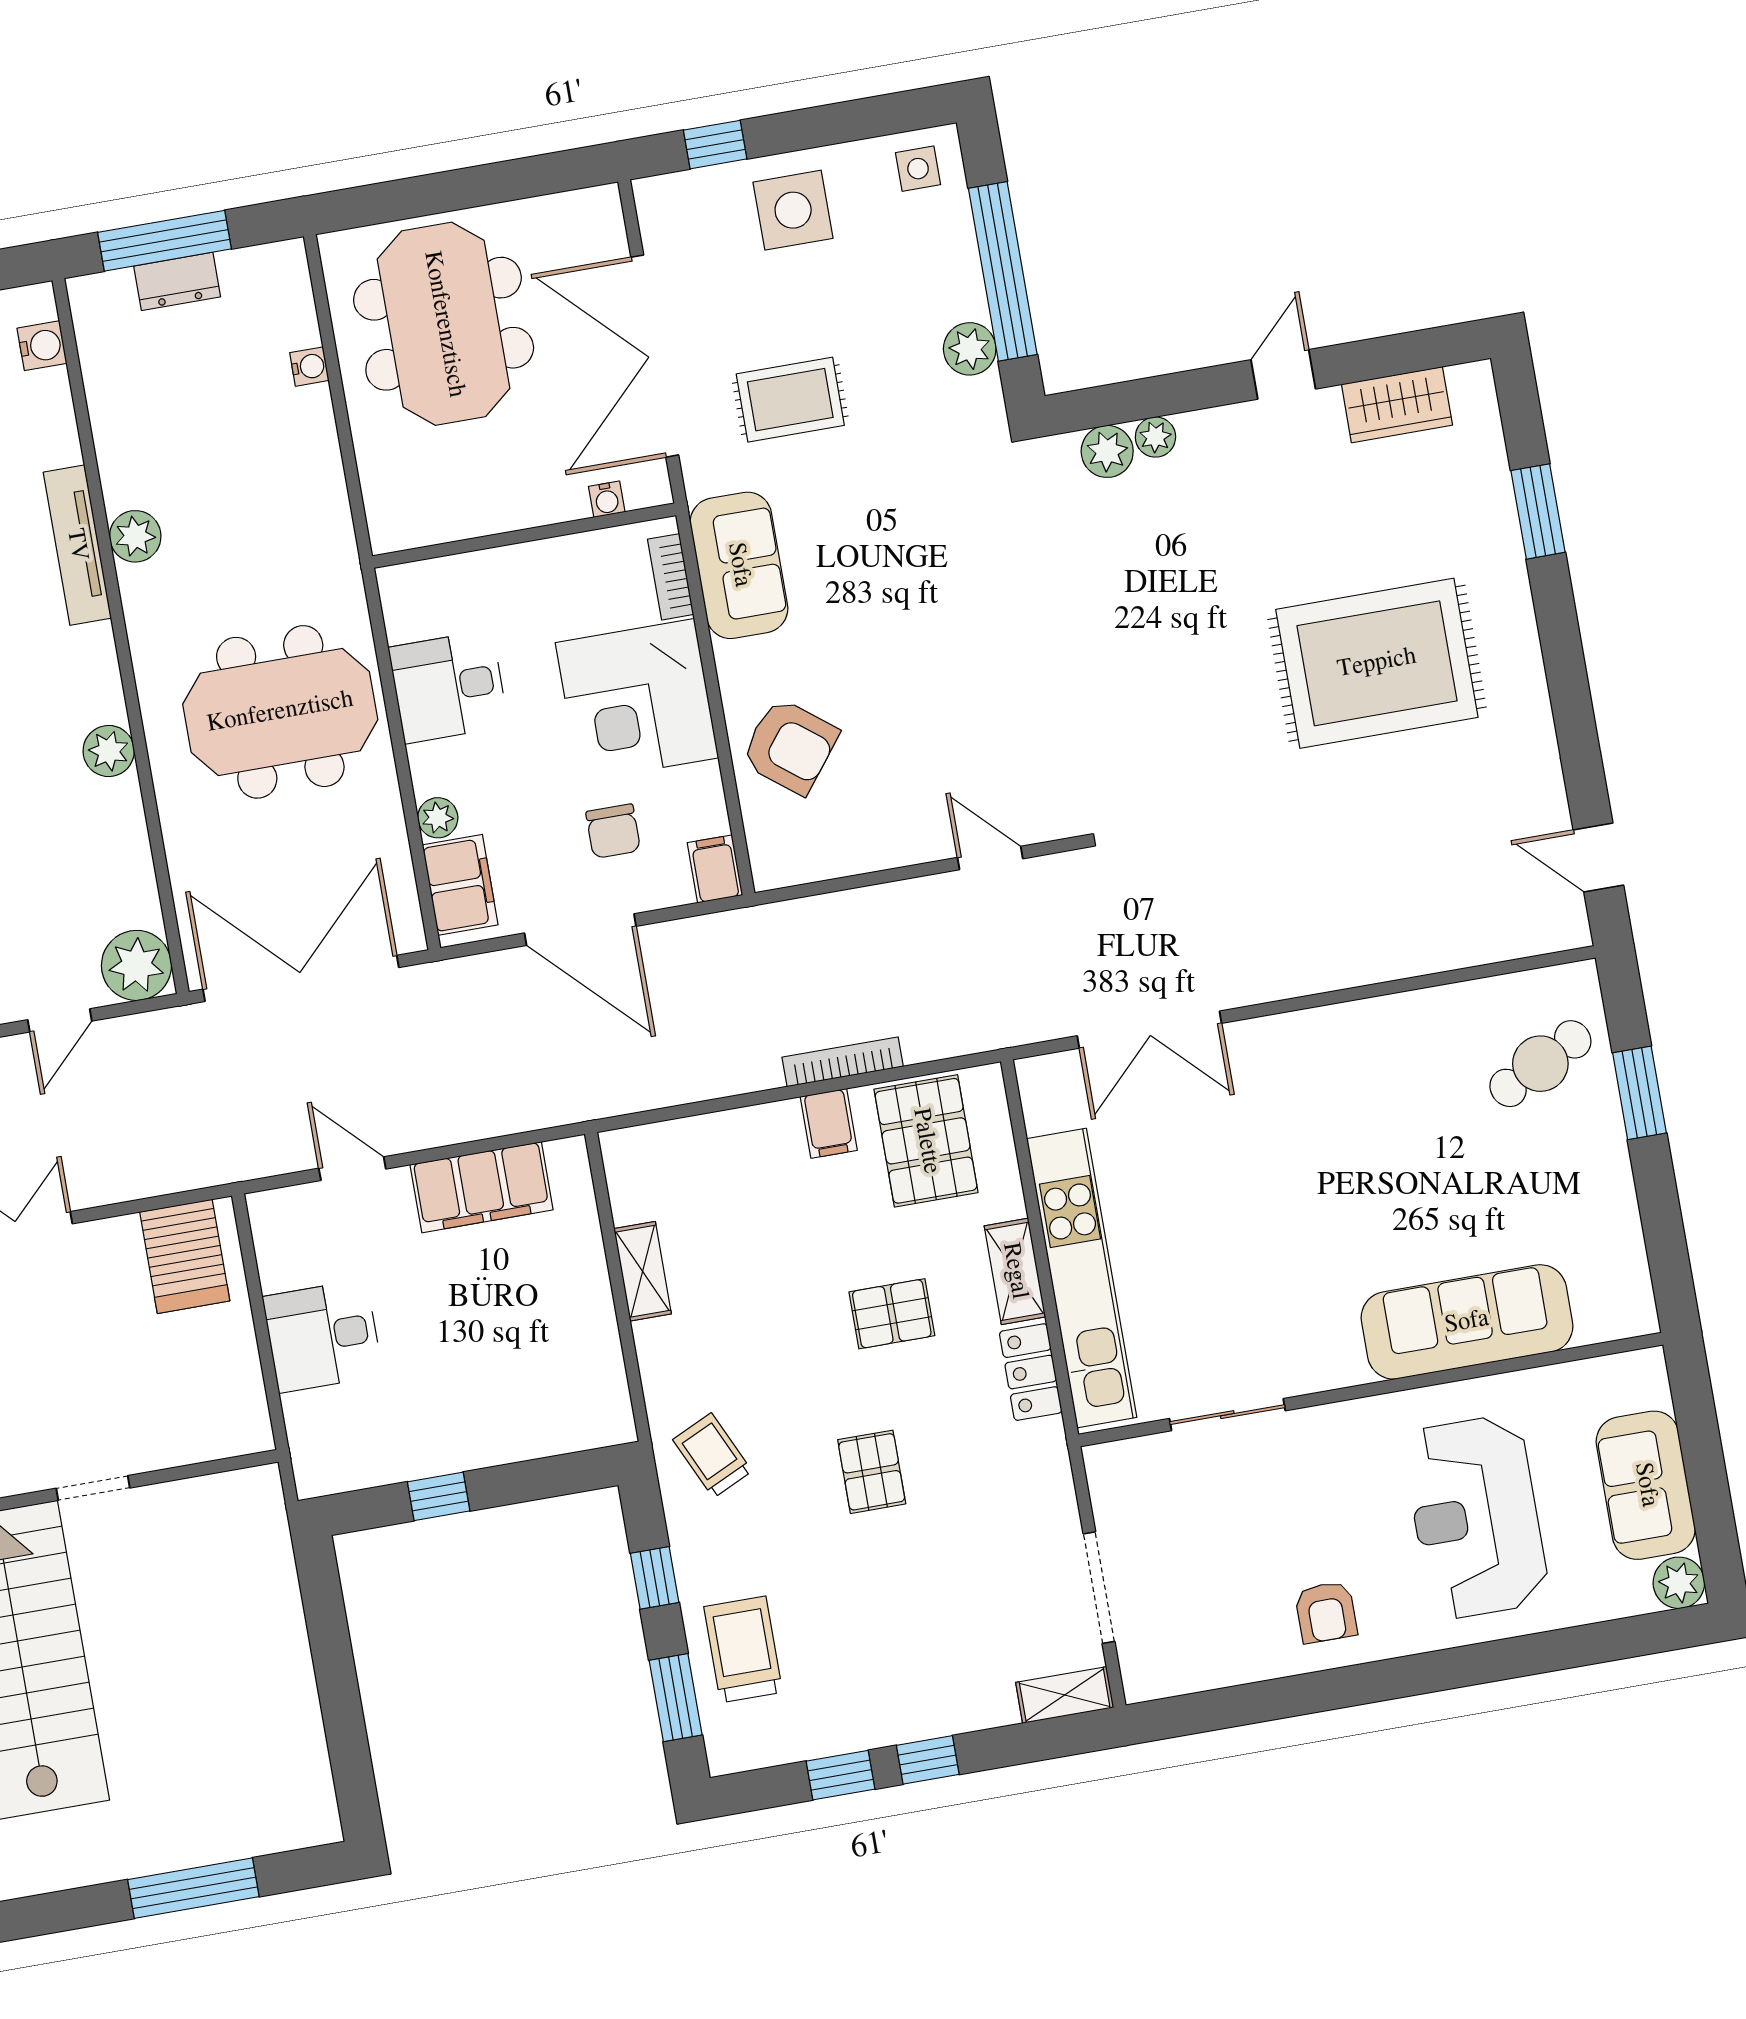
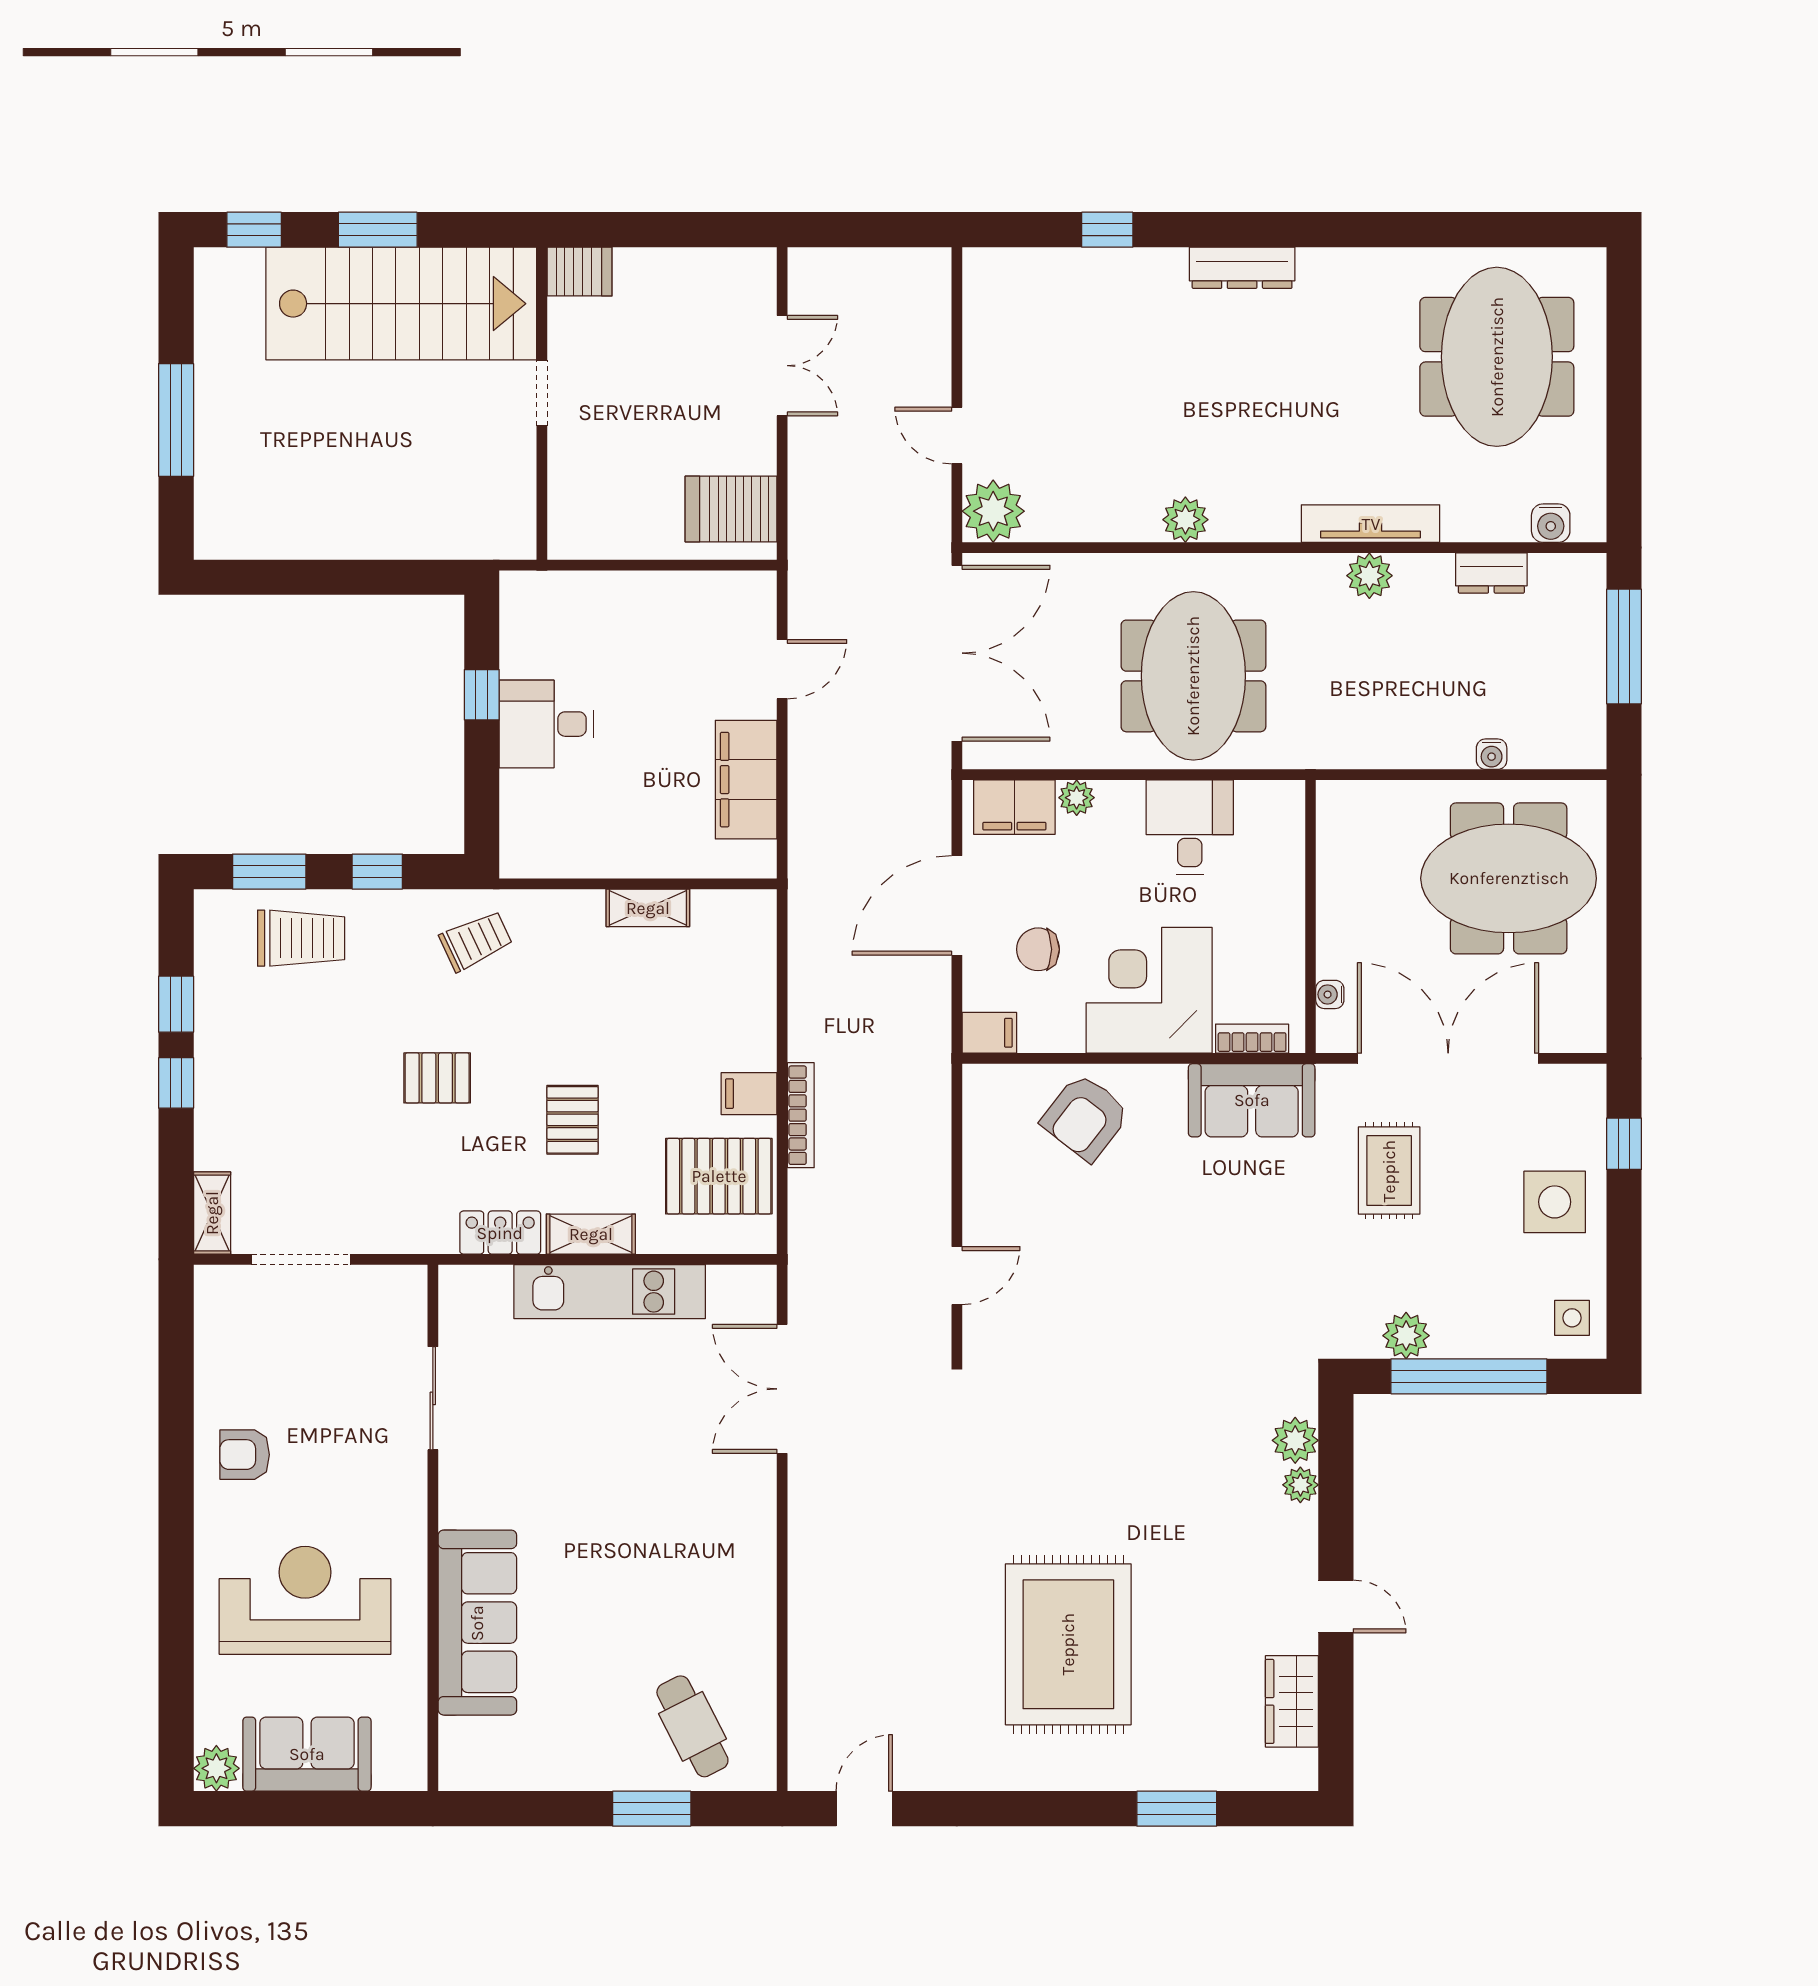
dresser: (177, 281) -> (1491, 573), moved, turned -90
kitchen unit: (1082, 1278) -> (610, 1292), width x0.73
desk: (323, 1336) -> (546, 724), moved, turned -90

